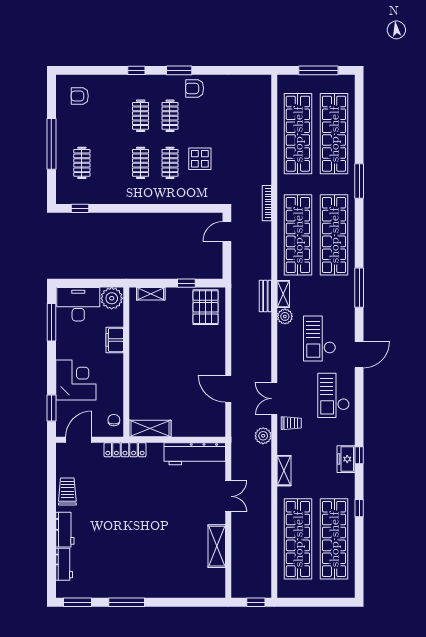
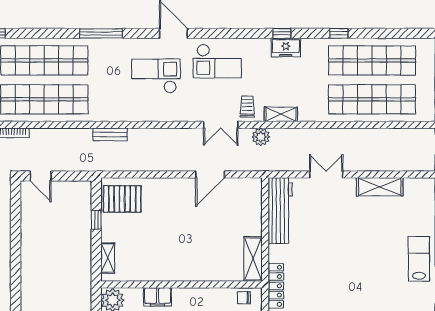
shelving: (283, 294) -> (108, 115), removed
plant: (285, 316) -> (132, 113), removed
checkout: (320, 339) -> (156, 76), turned 180
shelving: (284, 471) -> (281, 114), moved
lab bench: (150, 582) -> (419, 259), added

